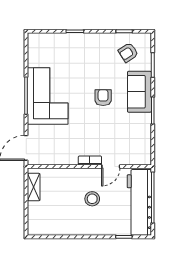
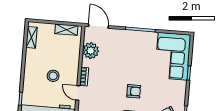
corner sofa: (48, 96) -> (173, 56), moved, turned 90
plant: (57, 155) -> (91, 51), added
shelving: (47, 229) -> (31, 37), added

